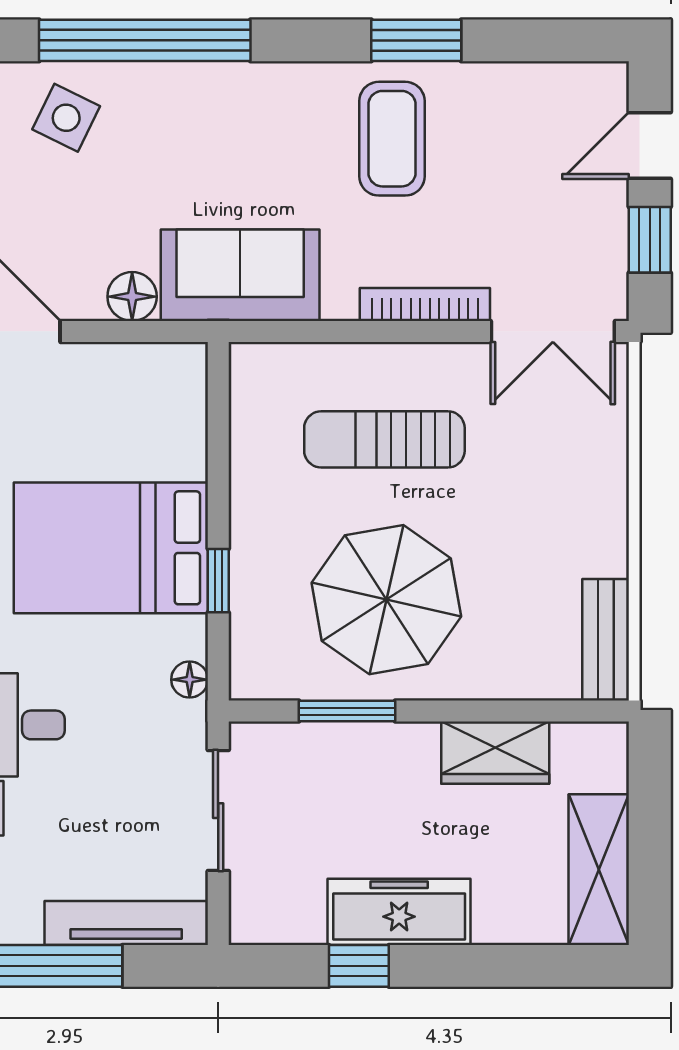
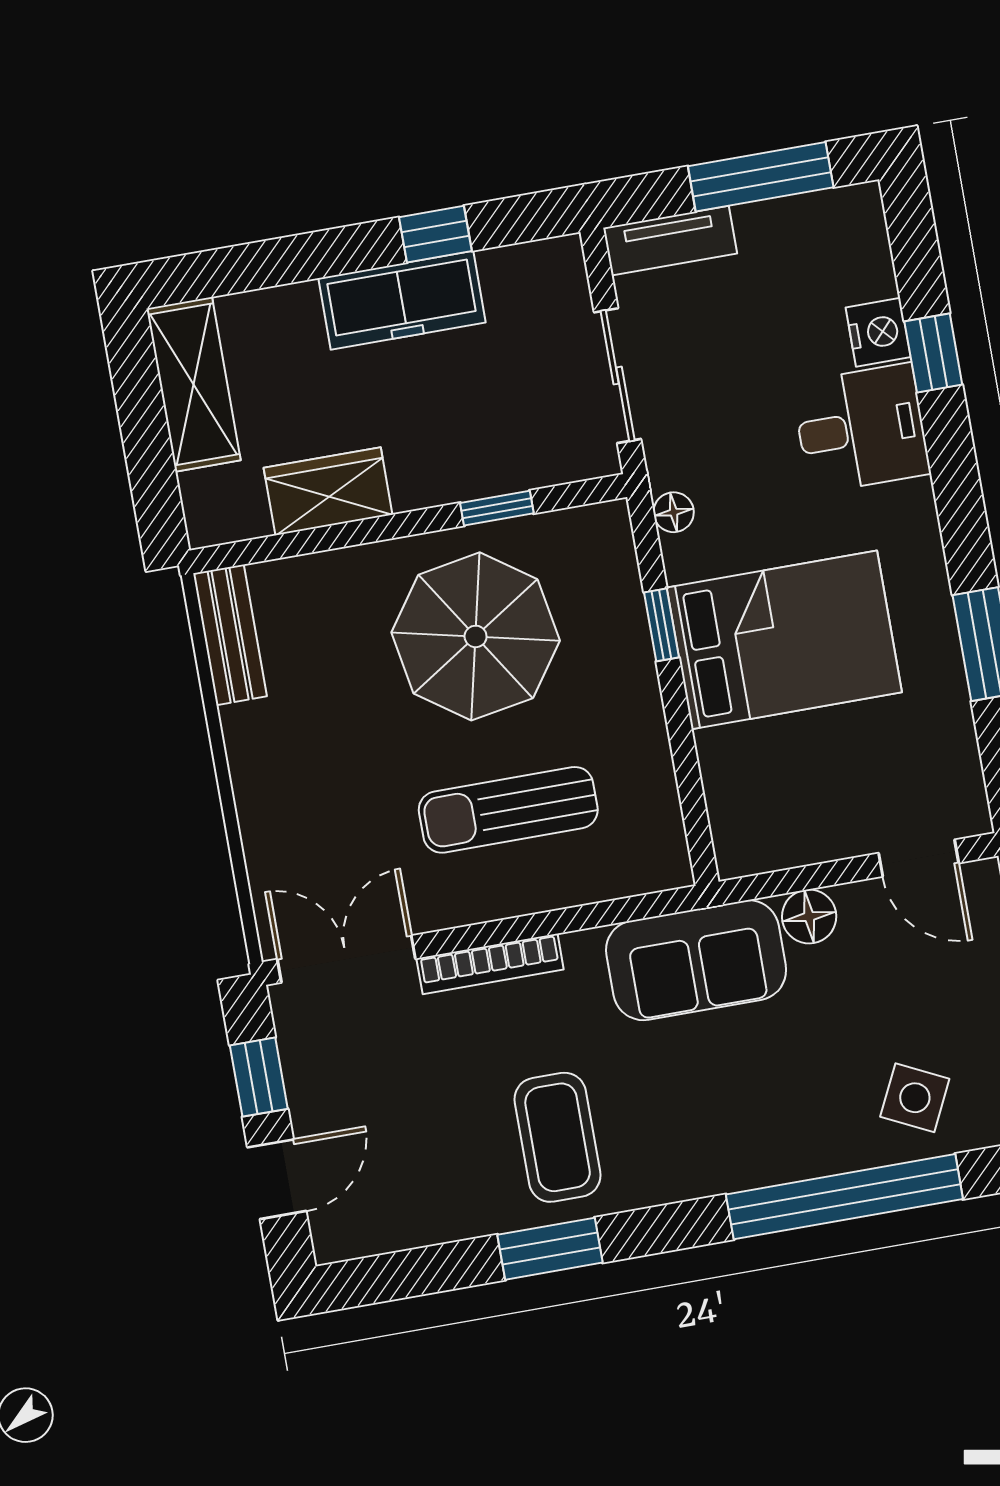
sun lounger: (384, 439) -> (508, 810), turned 180
window: (347, 711) -> (497, 508), width x0.67
tv unit: (126, 923) -> (670, 241), width x0.71

